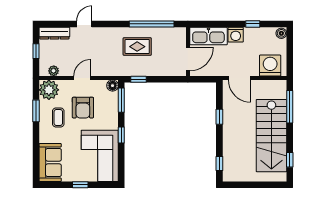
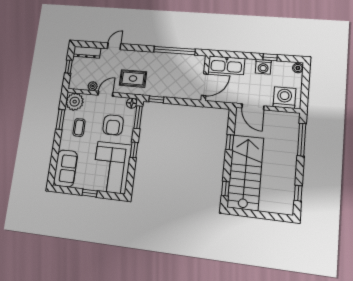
washing machine: (236, 35) -> (263, 67), moved
rug: (137, 47) -> (133, 78), moved
plant: (54, 71) -> (93, 86), moved
armchair: (83, 108) -> (113, 125), moved
stairs: (271, 136) -> (245, 172), moved, turned 180

